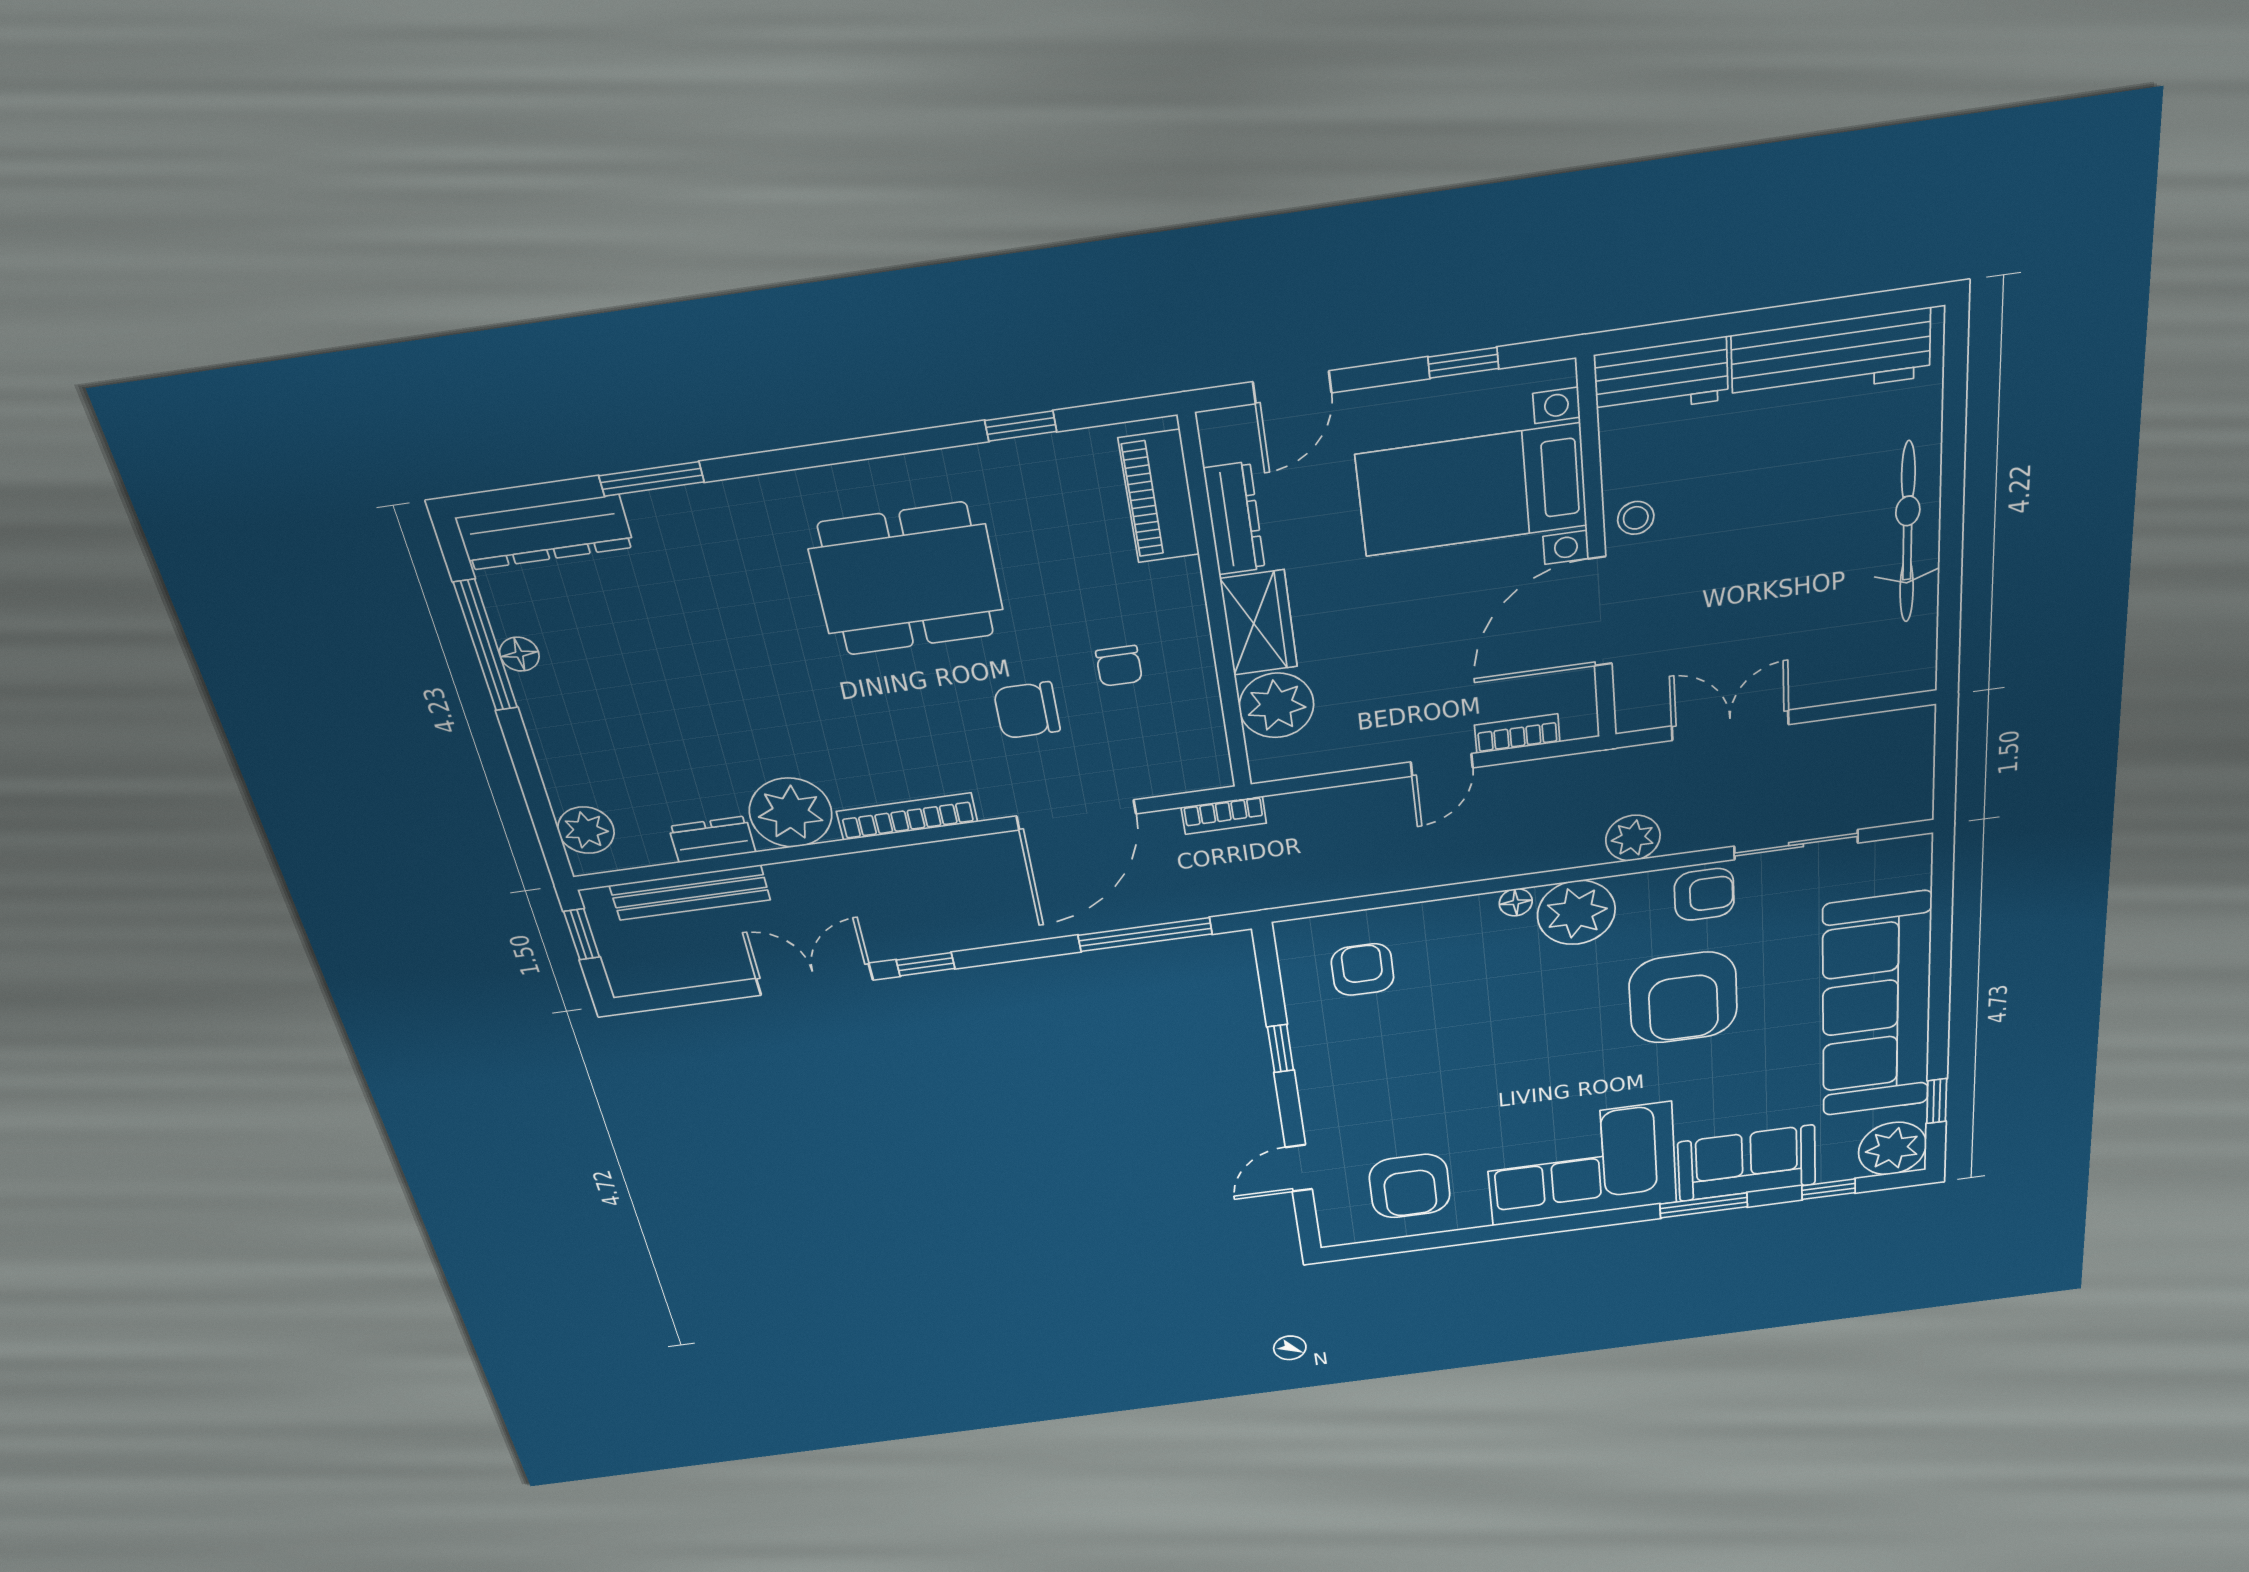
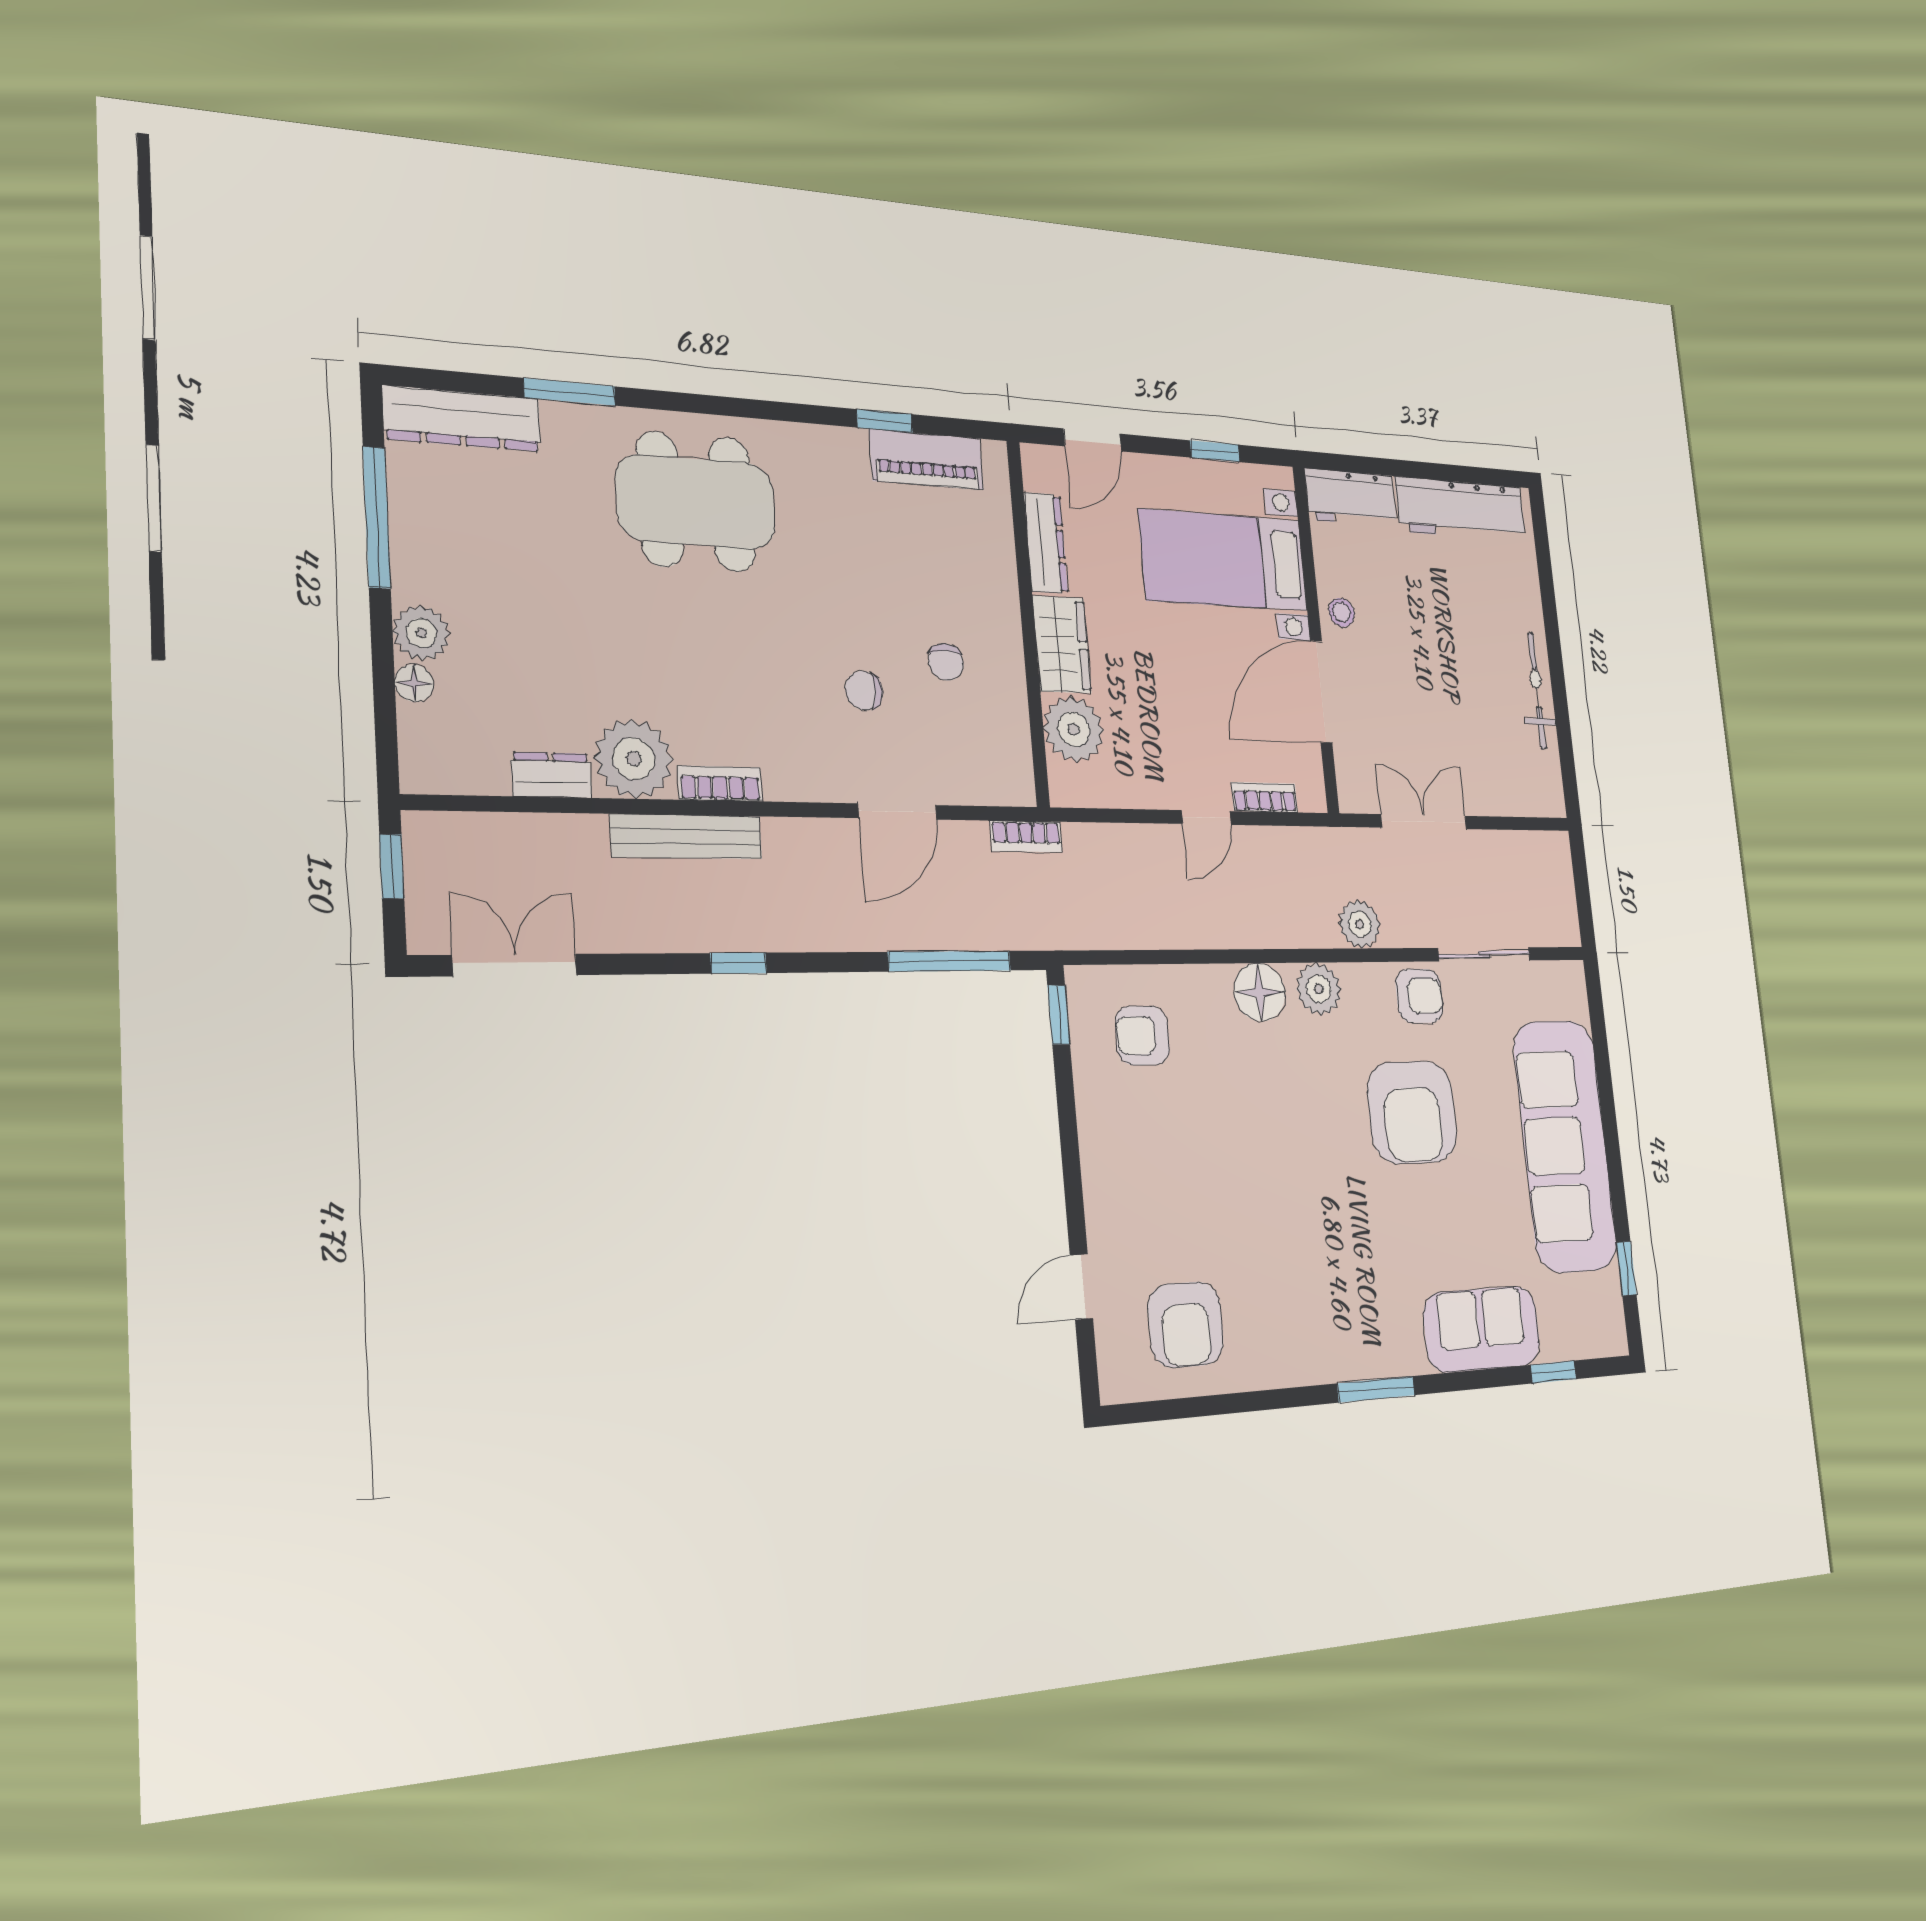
piano: (1159, 497) -> (927, 460), moved, turned -90
bicycle: (1907, 533) -> (1537, 691), width x0.73, depth x0.71
dining table: (906, 579) -> (696, 502), moved
floor lamp: (519, 654) -> (414, 683), moved
chair: (1027, 710) -> (864, 691), width x0.73, depth x0.73
door: (1076, 815) -> (898, 812), width x0.73
bookcase: (907, 817) -> (720, 784), width x0.64
plant: (586, 830) -> (421, 633), moved
bench: (690, 893) -> (686, 837), moved
floor lamp: (1516, 902) -> (1260, 992), width x1.89, depth x1.89
plant: (1576, 913) -> (1319, 989), width x0.73, depth x0.73
armchair: (1363, 970) -> (1142, 1036), turned -90
double door: (815, 979) -> (515, 965), moved
window: (1281, 1049) -> (1059, 1015), moved
plant: (1892, 1149) -> (1599, 1324), removed
corner sofa: (1581, 1164) -> (1340, 1313), removed
window: (1704, 1205) -> (1376, 1389), moved

